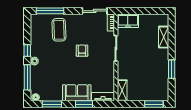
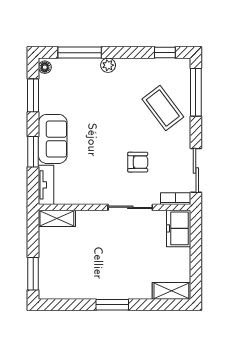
coffee table: (59, 30) -> (163, 108), turned 55
shelving: (164, 37) -> (171, 291), moved
window: (27, 50) -> (165, 53), moved
armchair: (82, 51) -> (138, 162), moved
window: (172, 69) -> (112, 305), moved

